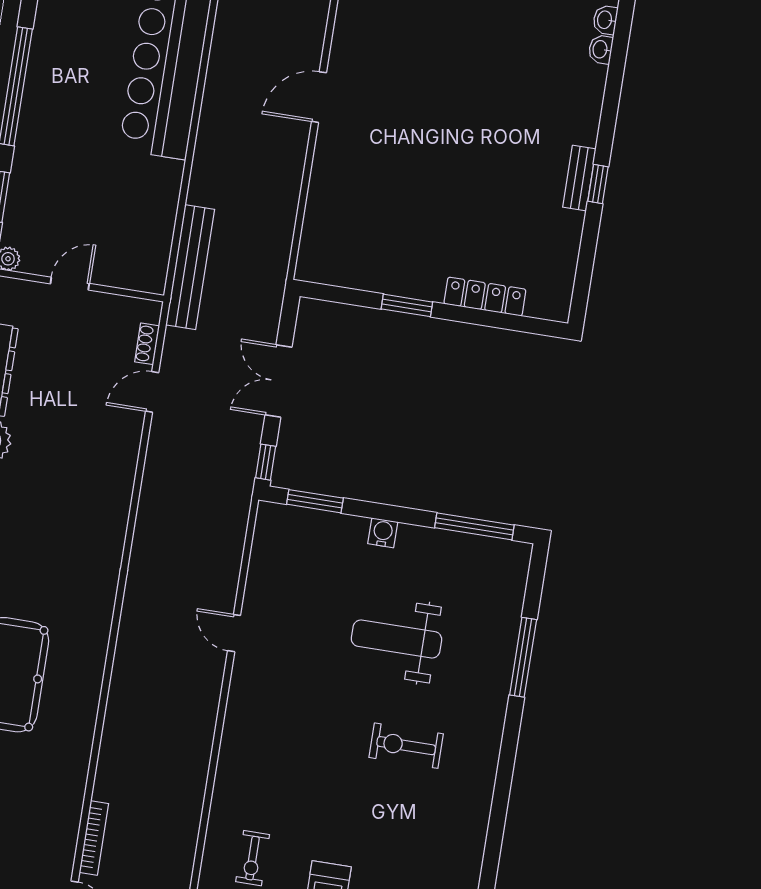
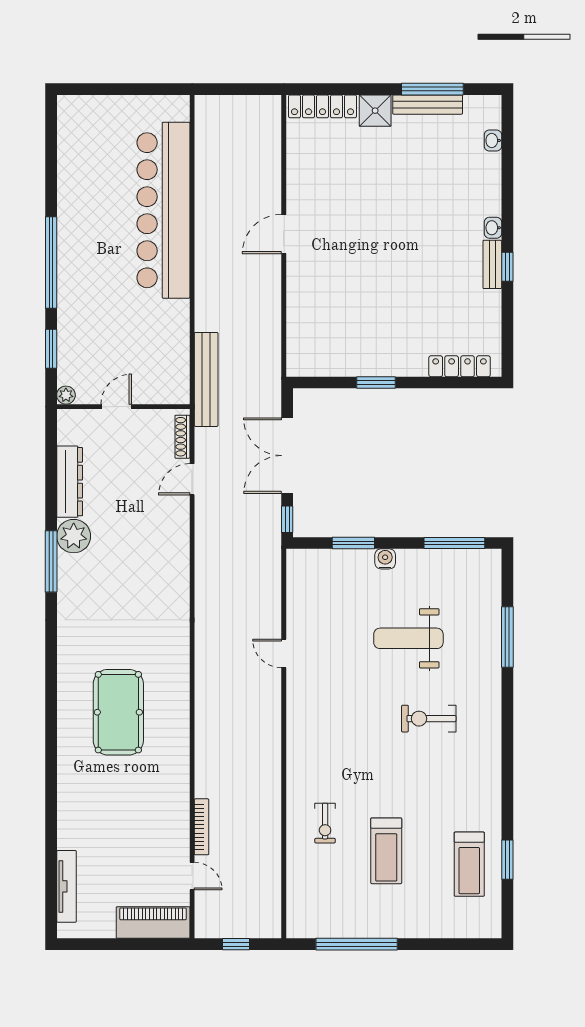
washbasin: (601, 49) -> (493, 228), moved
locker: (485, 297) -> (460, 366), moved
shoe rack: (147, 344) -> (182, 437), width x1.43
double door: (278, 381) -> (287, 456), width x1.37
window: (315, 501) -> (353, 543), moved

